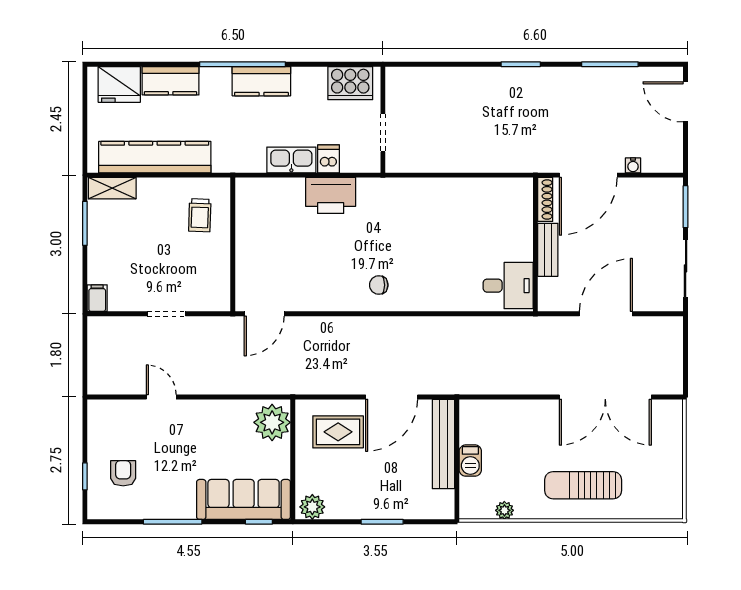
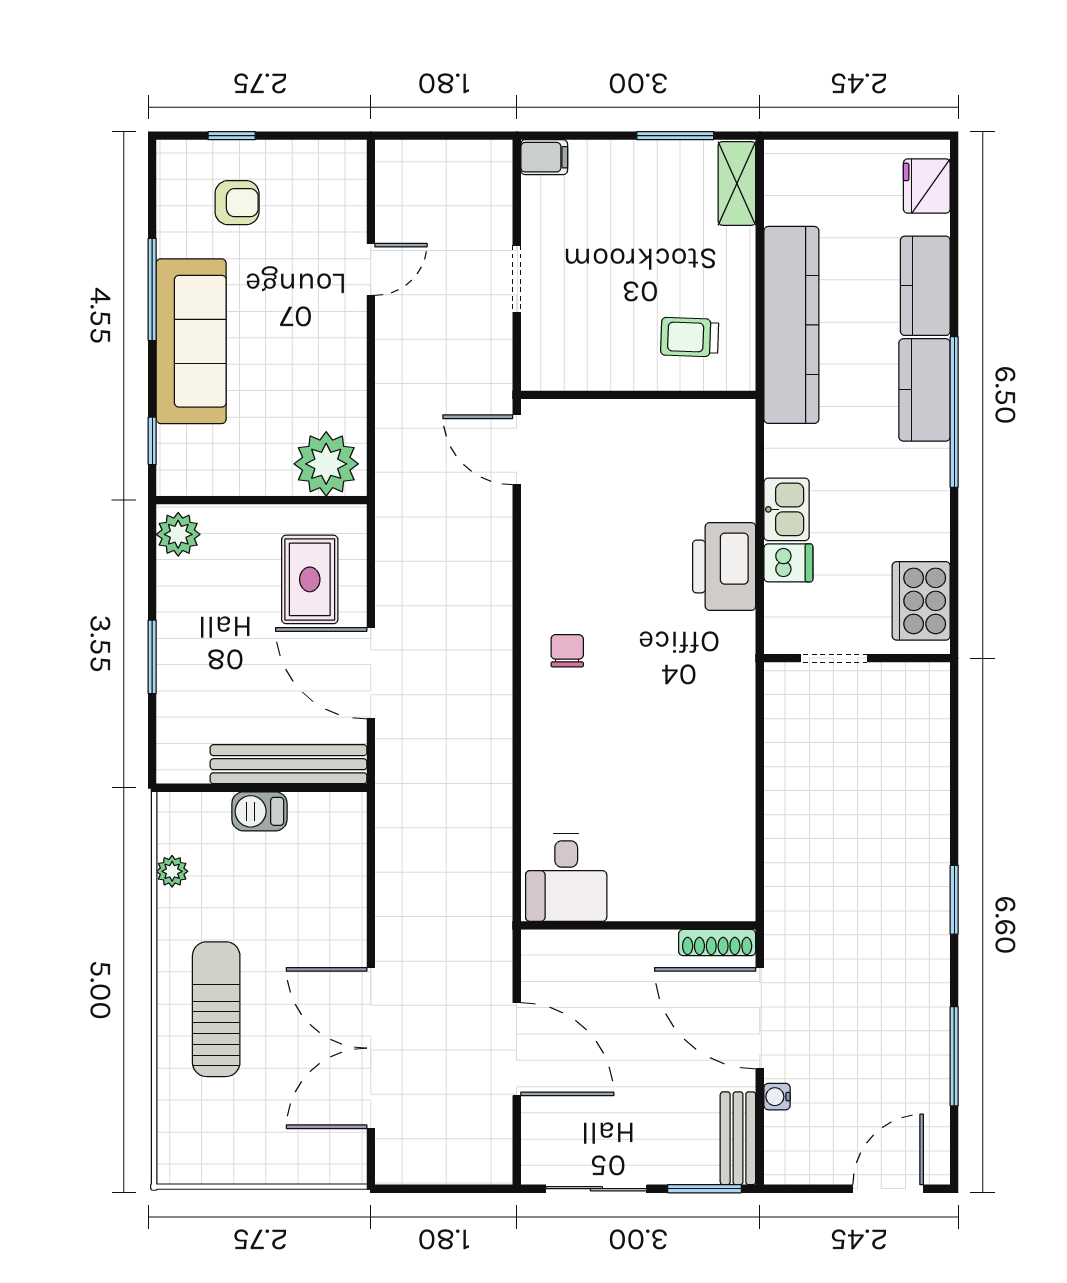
kitchen counter: (261, 81) -> (925, 390), moved
fridge: (119, 84) -> (927, 186), width x0.73, depth x0.75
kitchen counter: (155, 157) -> (791, 325), moved
kitchen sink: (291, 160) -> (786, 509), width x0.73
bench: (548, 250) -> (738, 1138), moved, turned 90
sofa: (244, 499) -> (191, 341), moved

